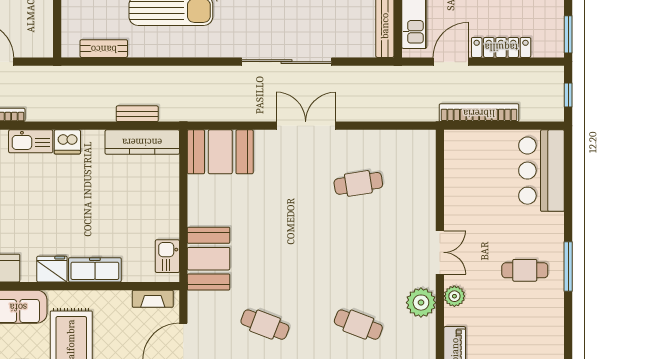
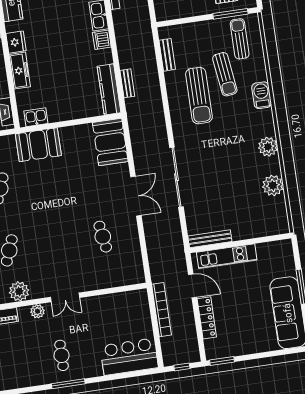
plant: (421, 303) -> (19, 291), moved

